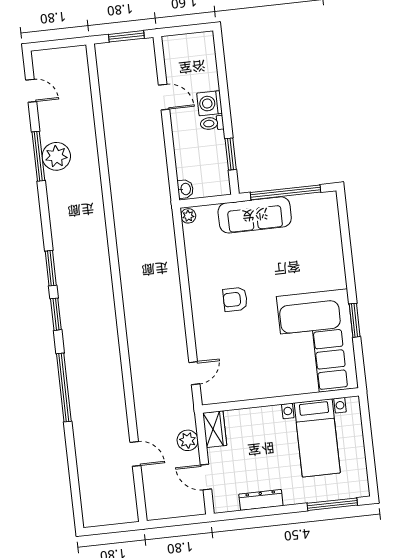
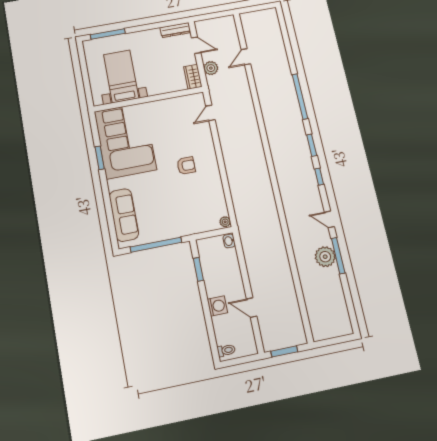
door: (31, 91) -> (329, 219), moved
toilet: (212, 123) -> (226, 350), moved
sofa: (255, 215) -> (124, 215), moved, turned 90
window: (51, 268) -> (319, 177), width x0.67
door: (135, 454) -> (246, 57), hinge flipped
dresser: (261, 500) -> (175, 30), moved

